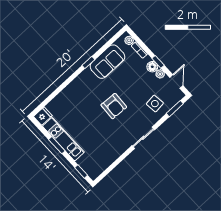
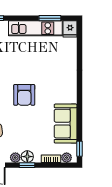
window: (88, 62) -> (79, 149), moved
armchair: (114, 106) -> (24, 95), turned -93
window: (57, 145) -> (50, 18), moved

